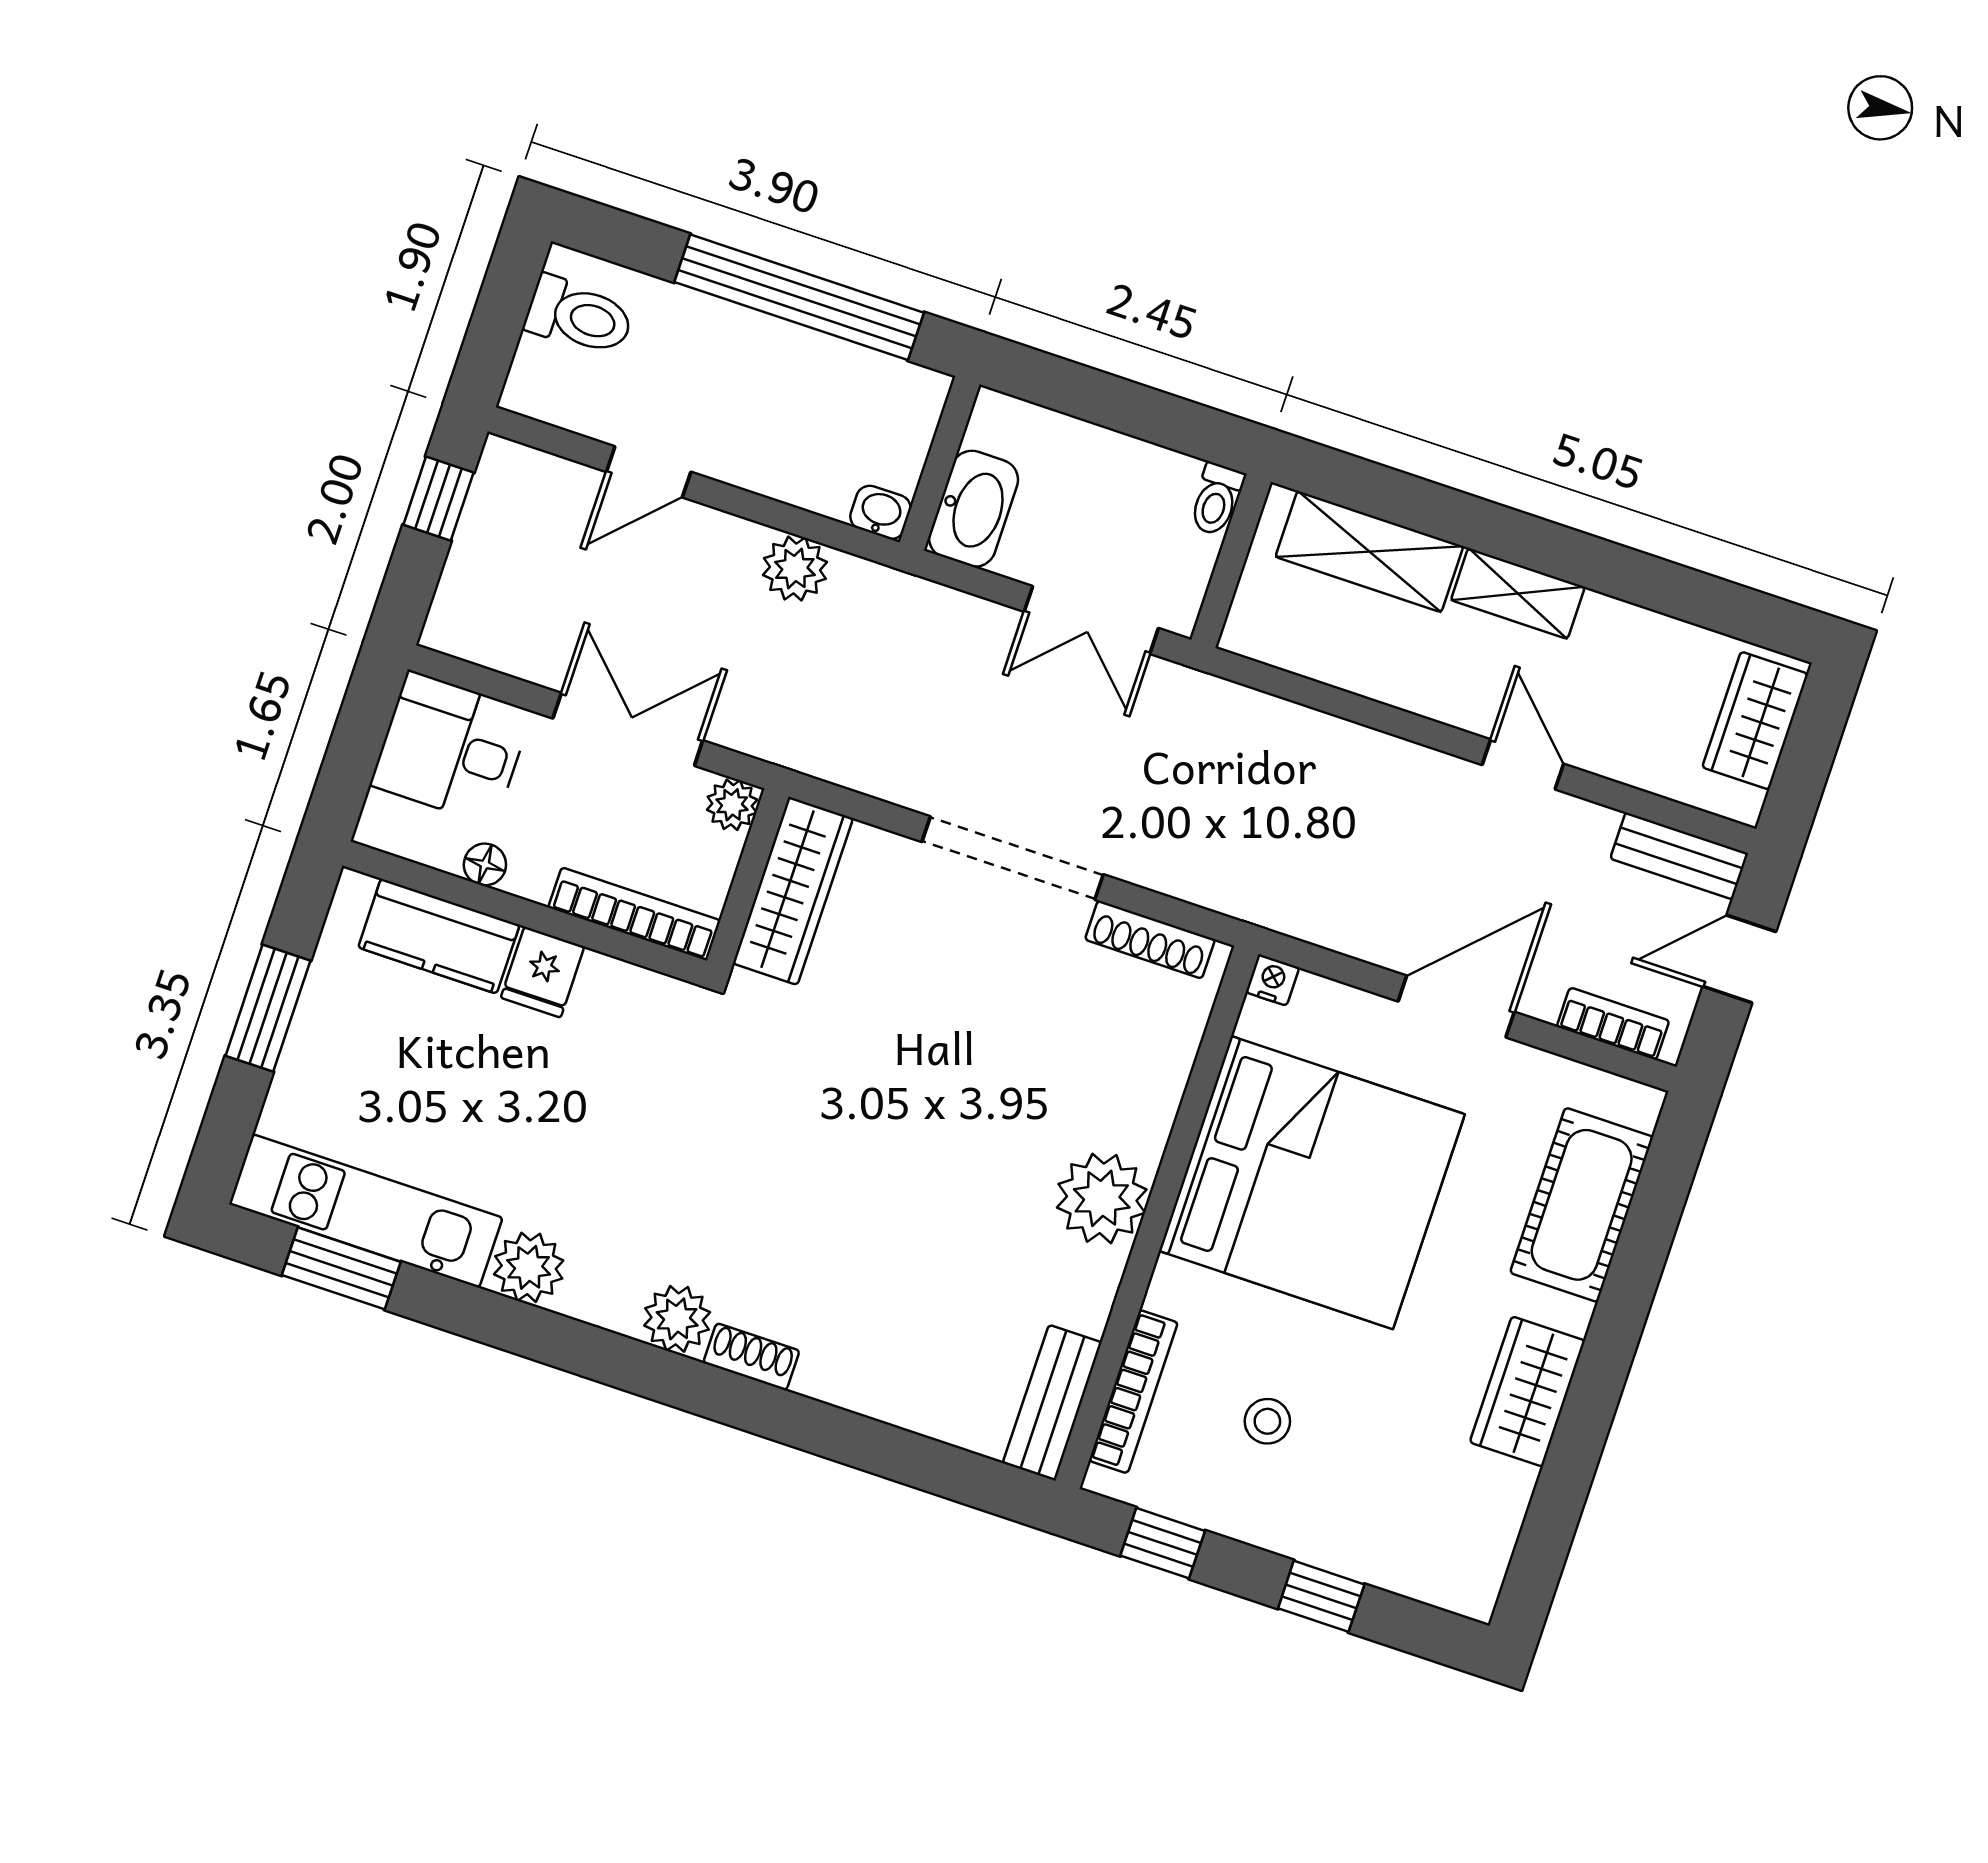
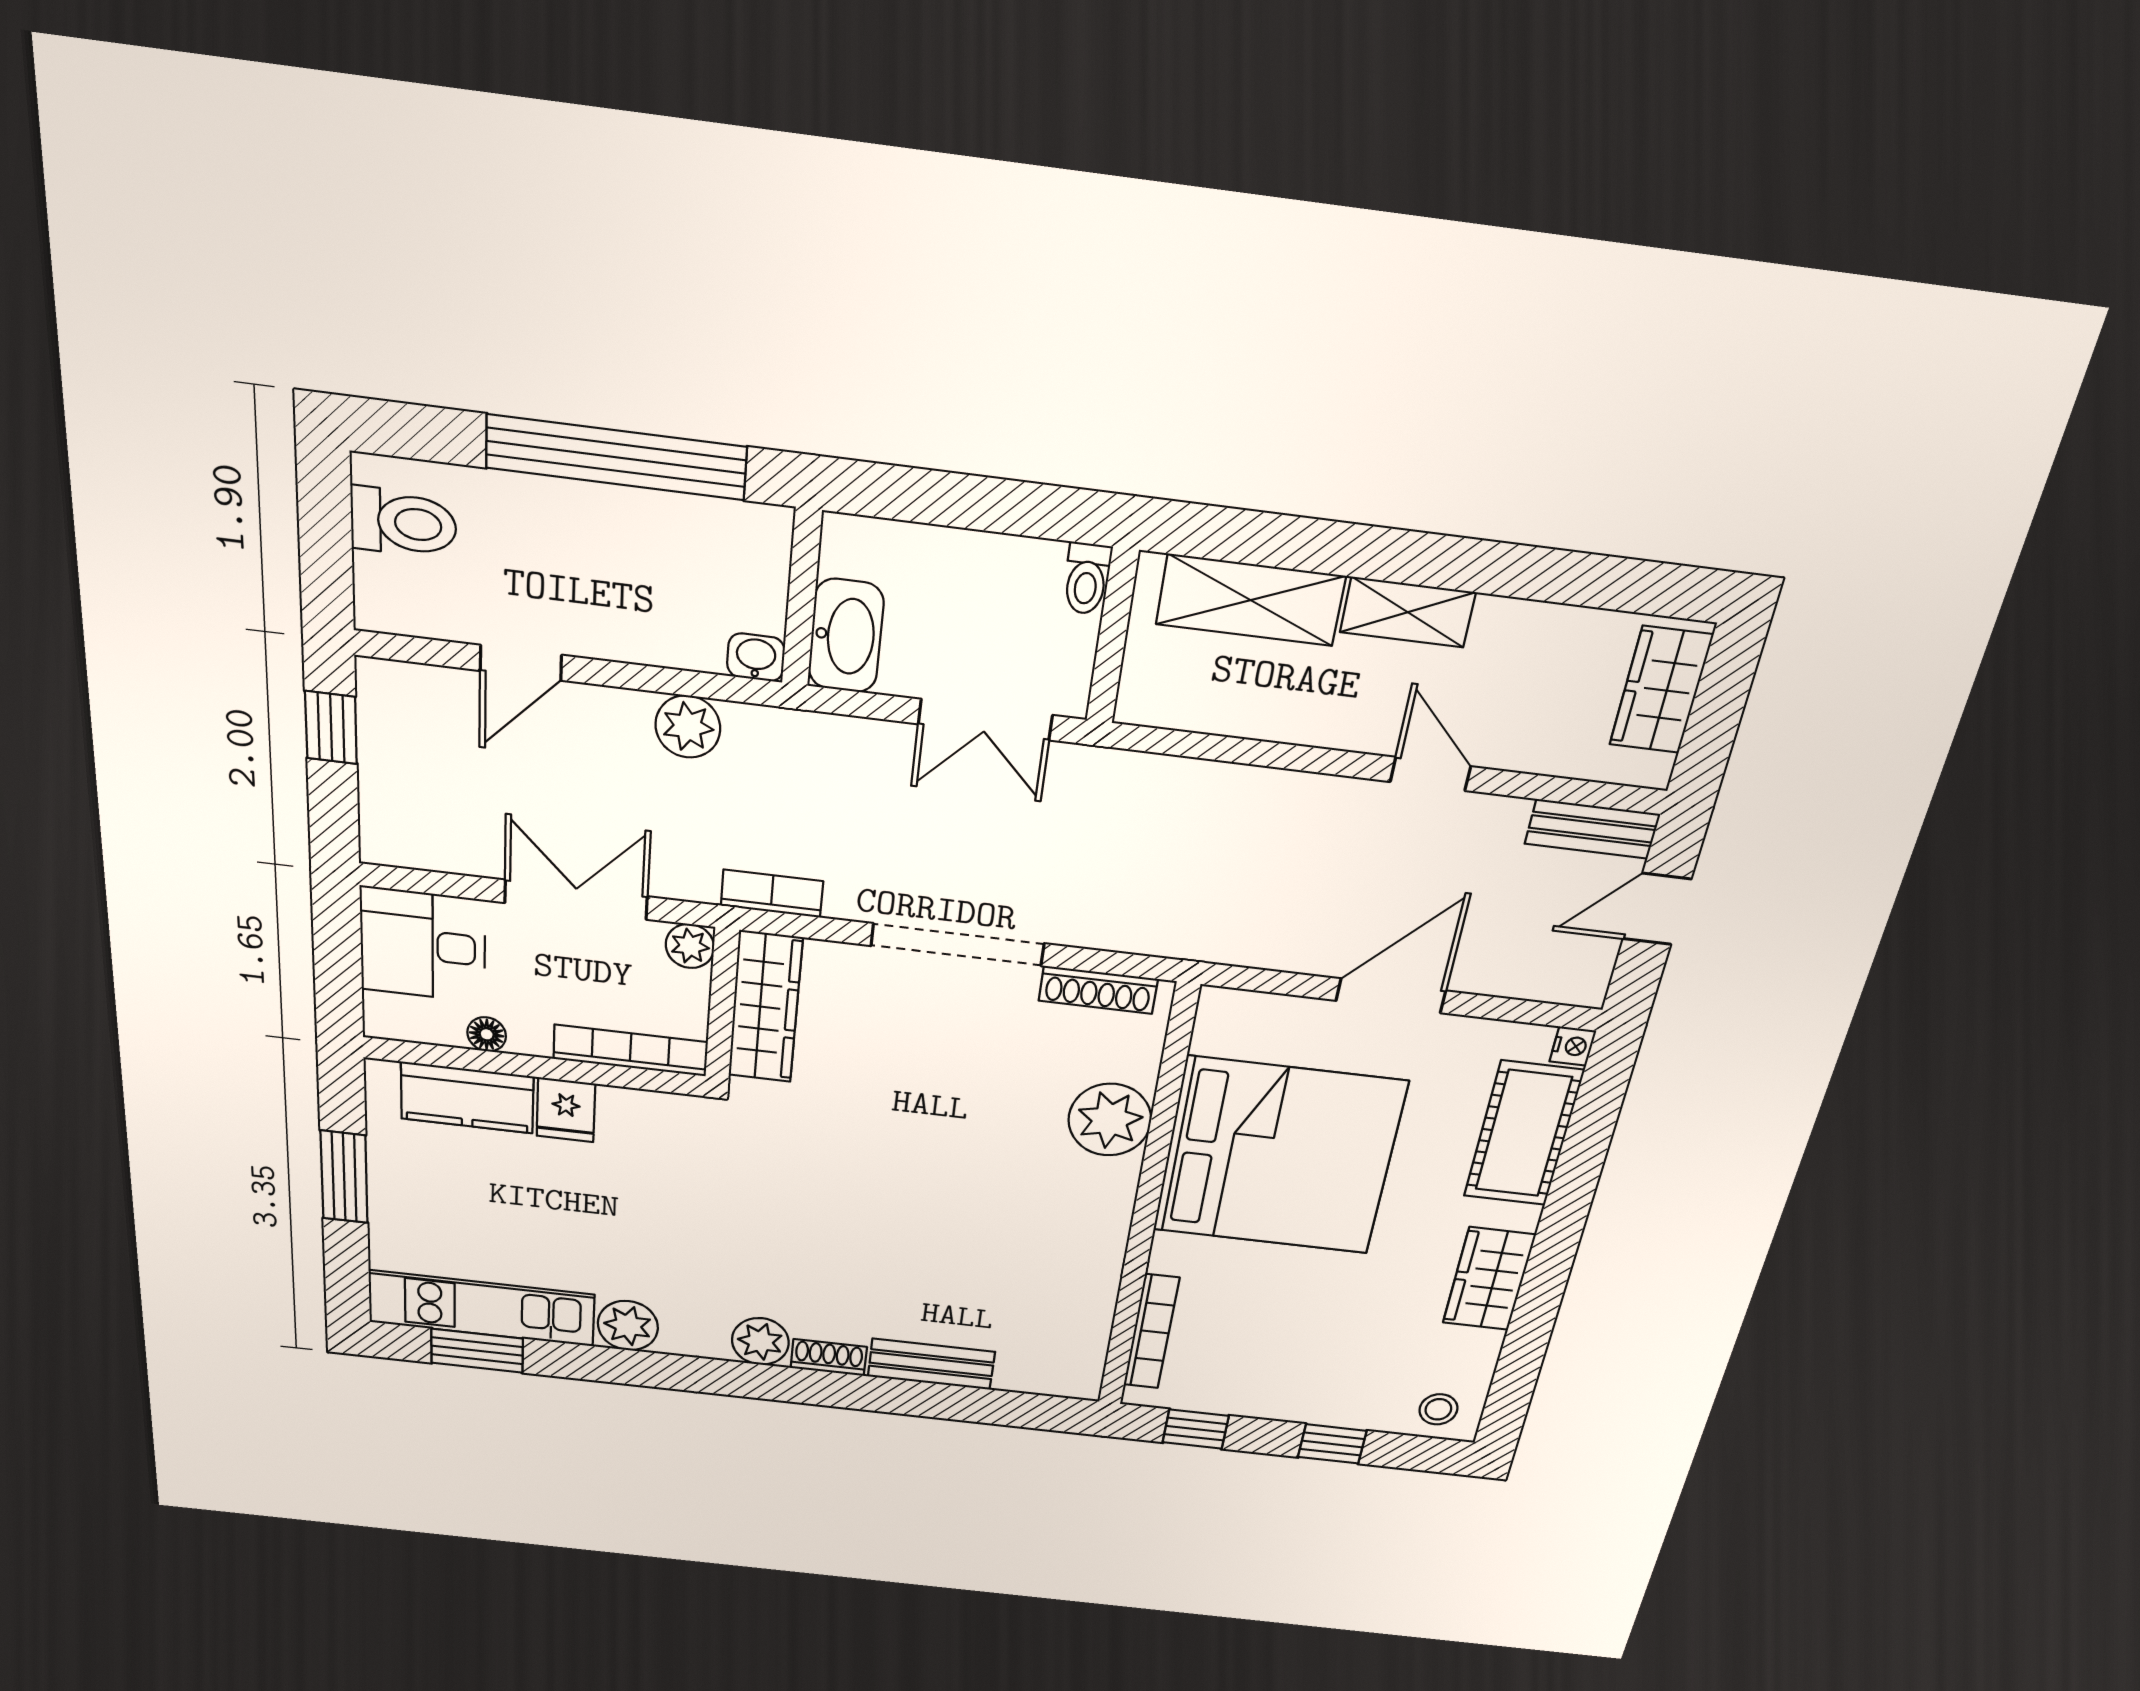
nightstand: (1272, 980) -> (1573, 1046), moved, turned 90
bookcase: (1613, 1024) -> (772, 894), moved
plant: (1102, 1198) -> (1110, 1120), moved
bench: (1052, 1403) -> (931, 1364), moved, turned 90
stool: (1267, 1421) -> (1438, 1409), moved

